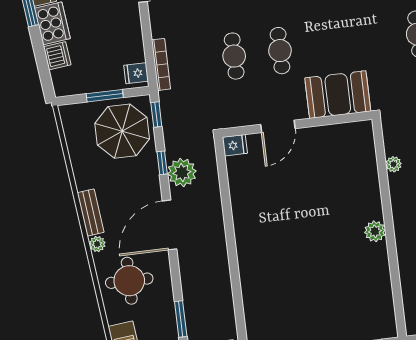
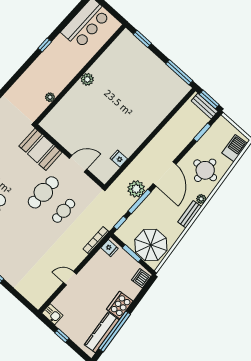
cafe table: (280, 51) -> (43, 192), width x1.37, depth x1.35
dishwasher: (57, 56) -> (141, 278), moved
parasol: (122, 131) -> (151, 245), moved
fridge: (235, 145) -> (119, 159), moved
window: (162, 163) -> (140, 202), width x2.17
door: (170, 225) -> (164, 174), hinge flipped

